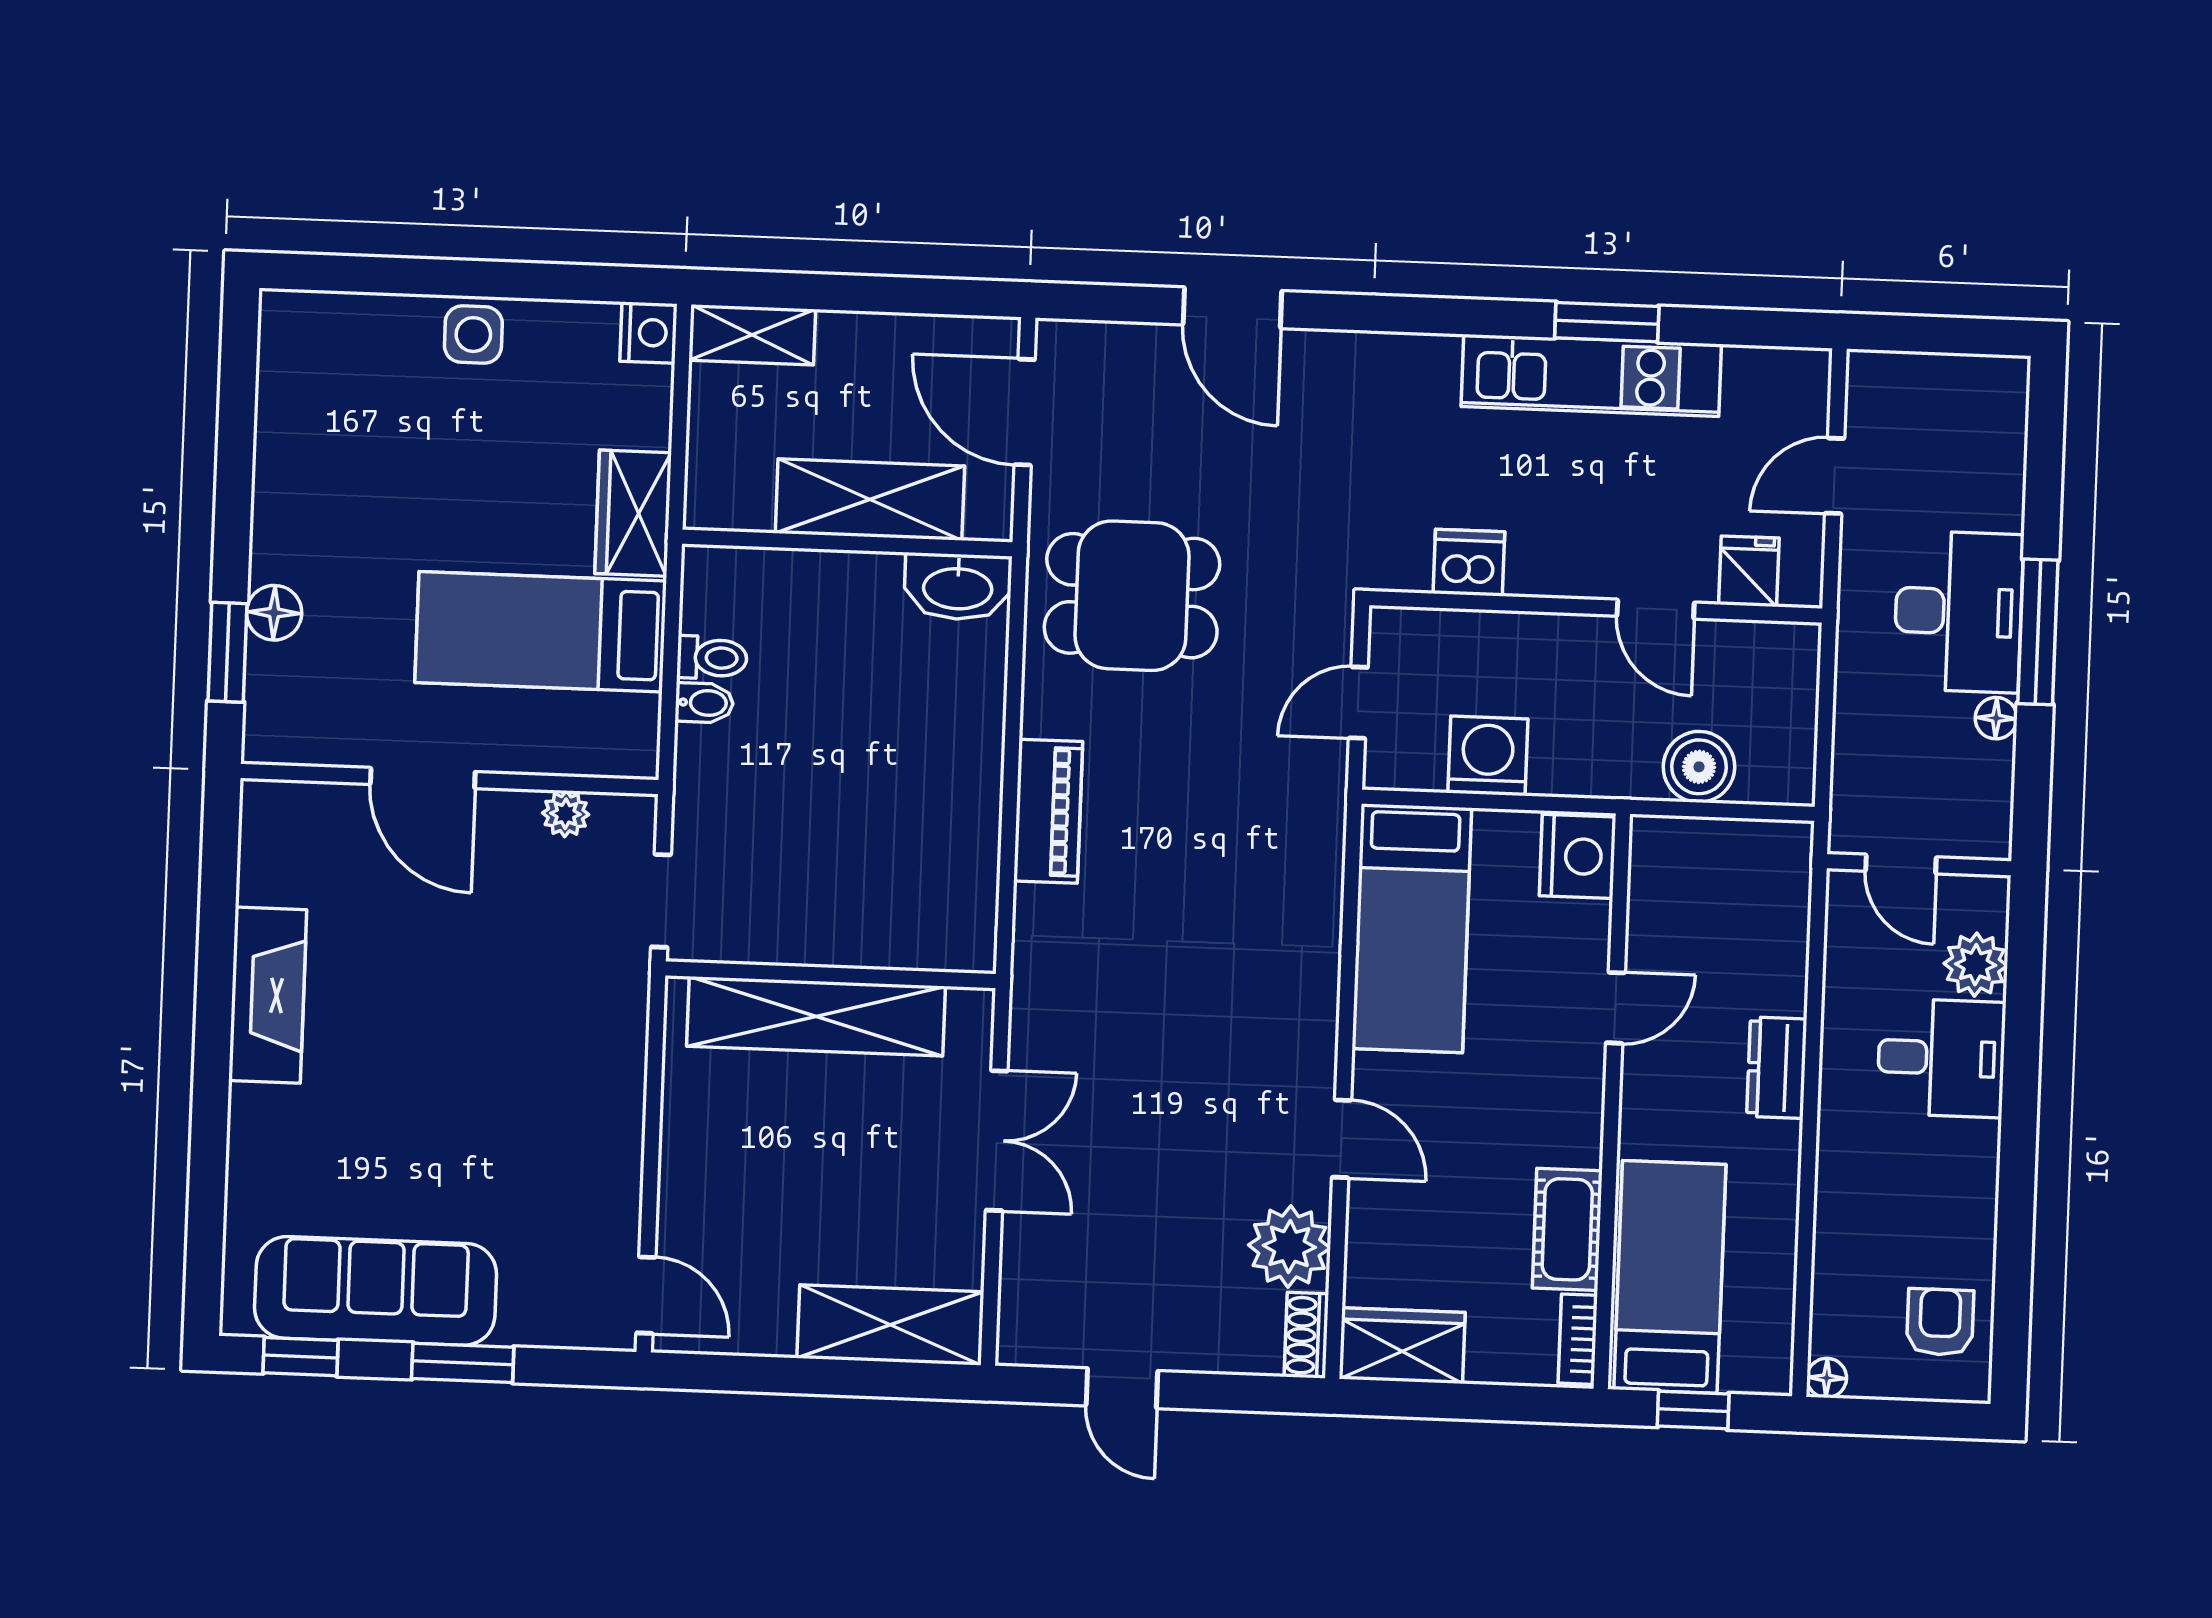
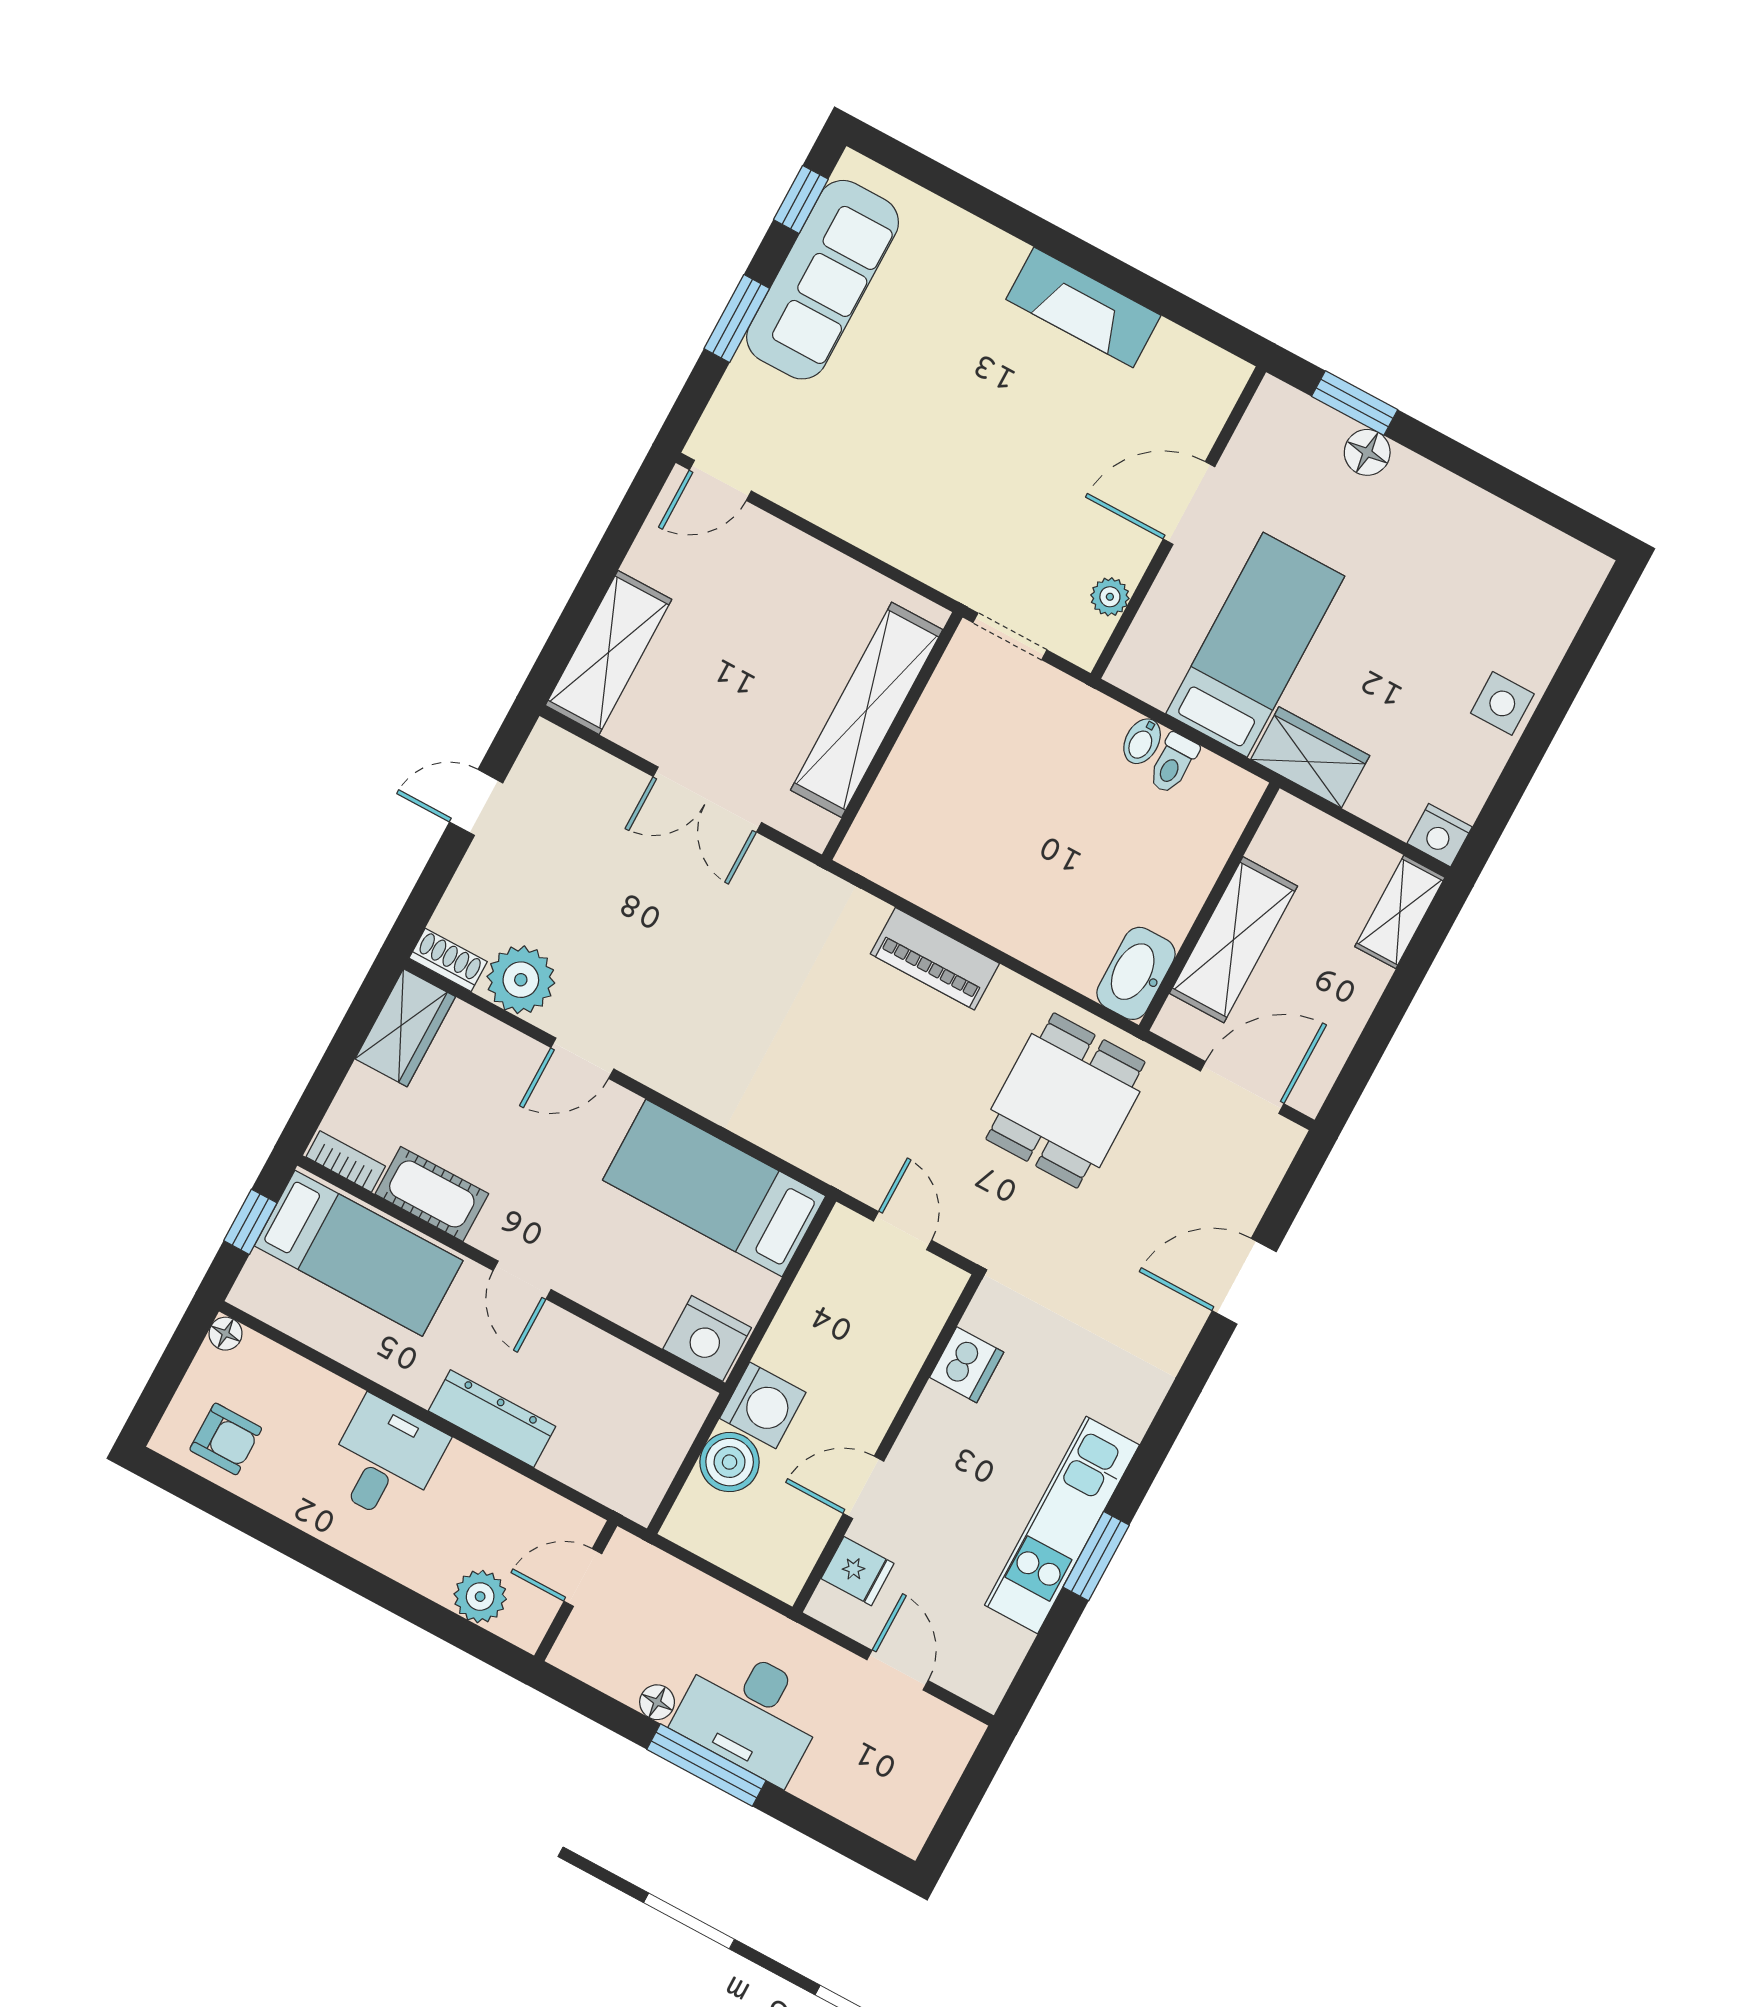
washing machine: (1488, 756) -> (763, 1405), moved
door: (1615, 1008) -> (522, 1280), moved
desk: (1941, 1058) -> (385, 1460), moved, turned 180
dresser: (1777, 1068) -> (492, 1419), width x1.44

